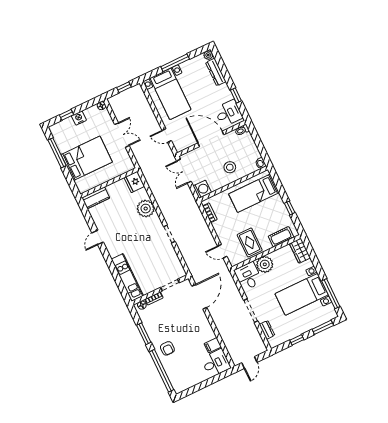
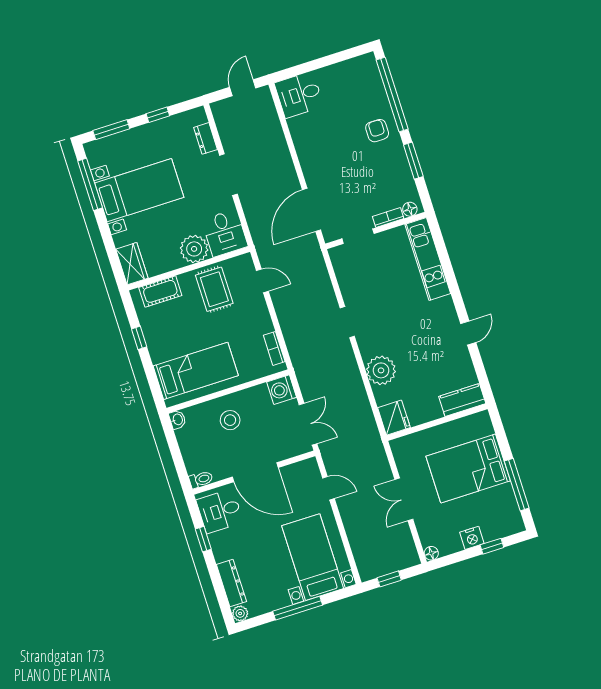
filing cabinet: (213, 345) -> (300, 125), removed

